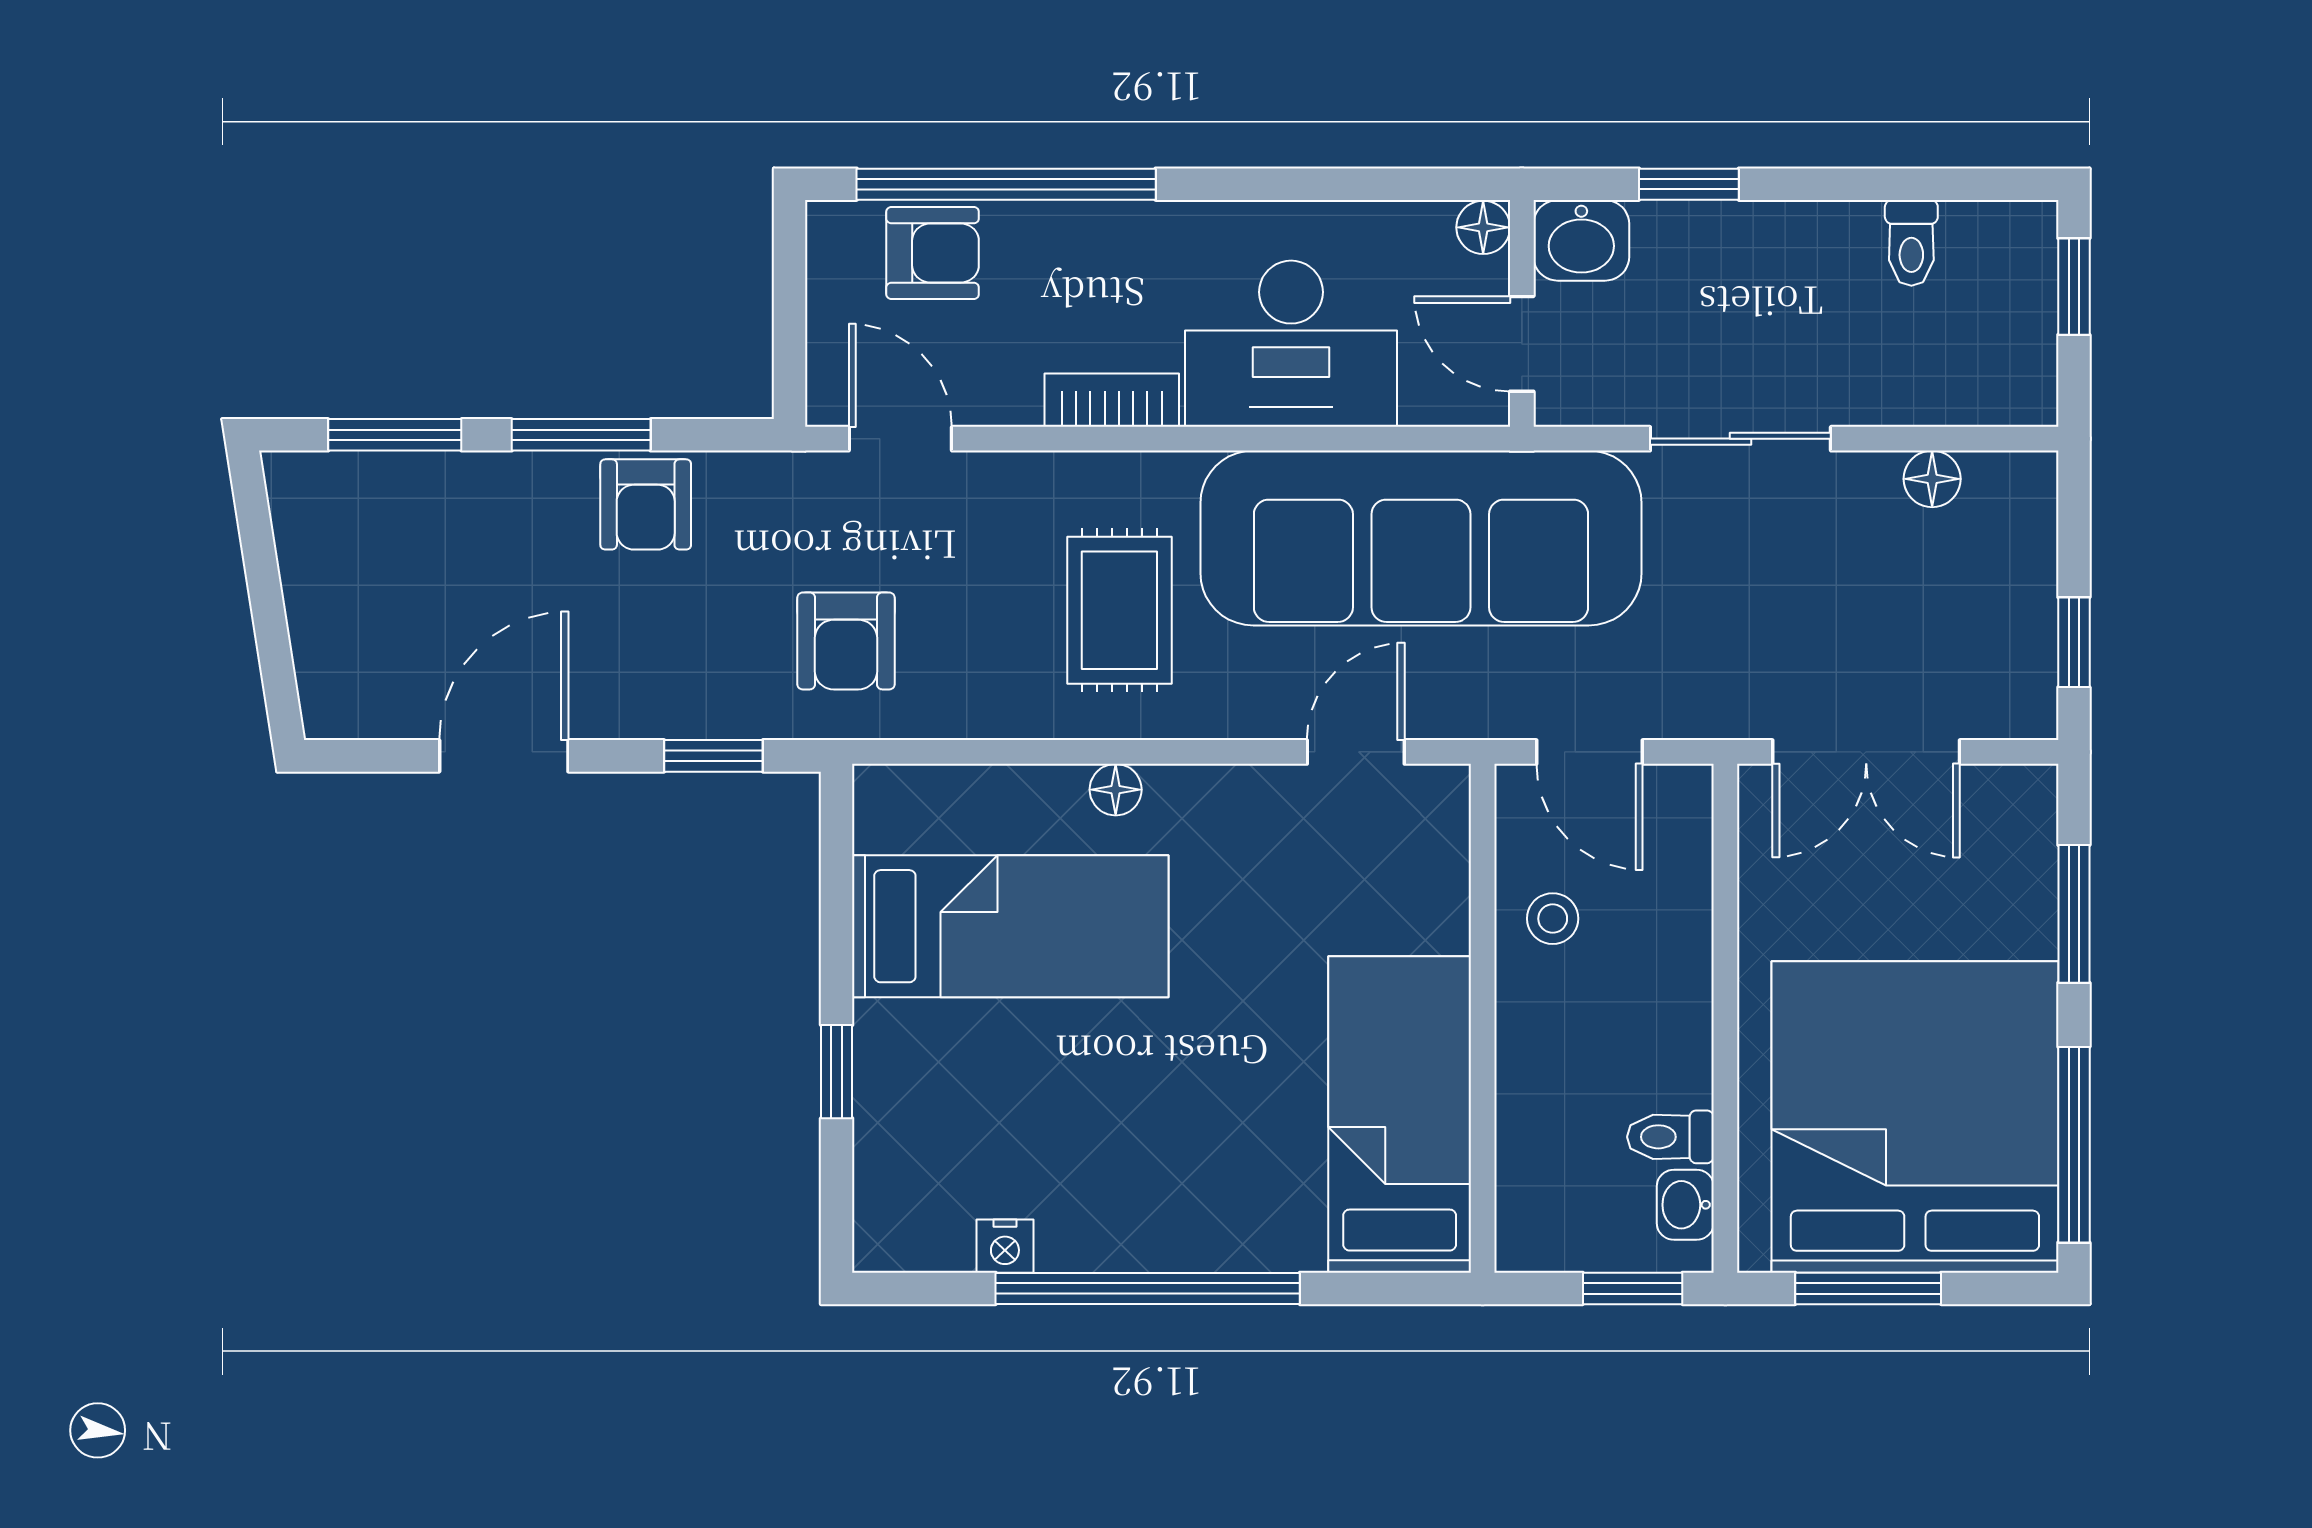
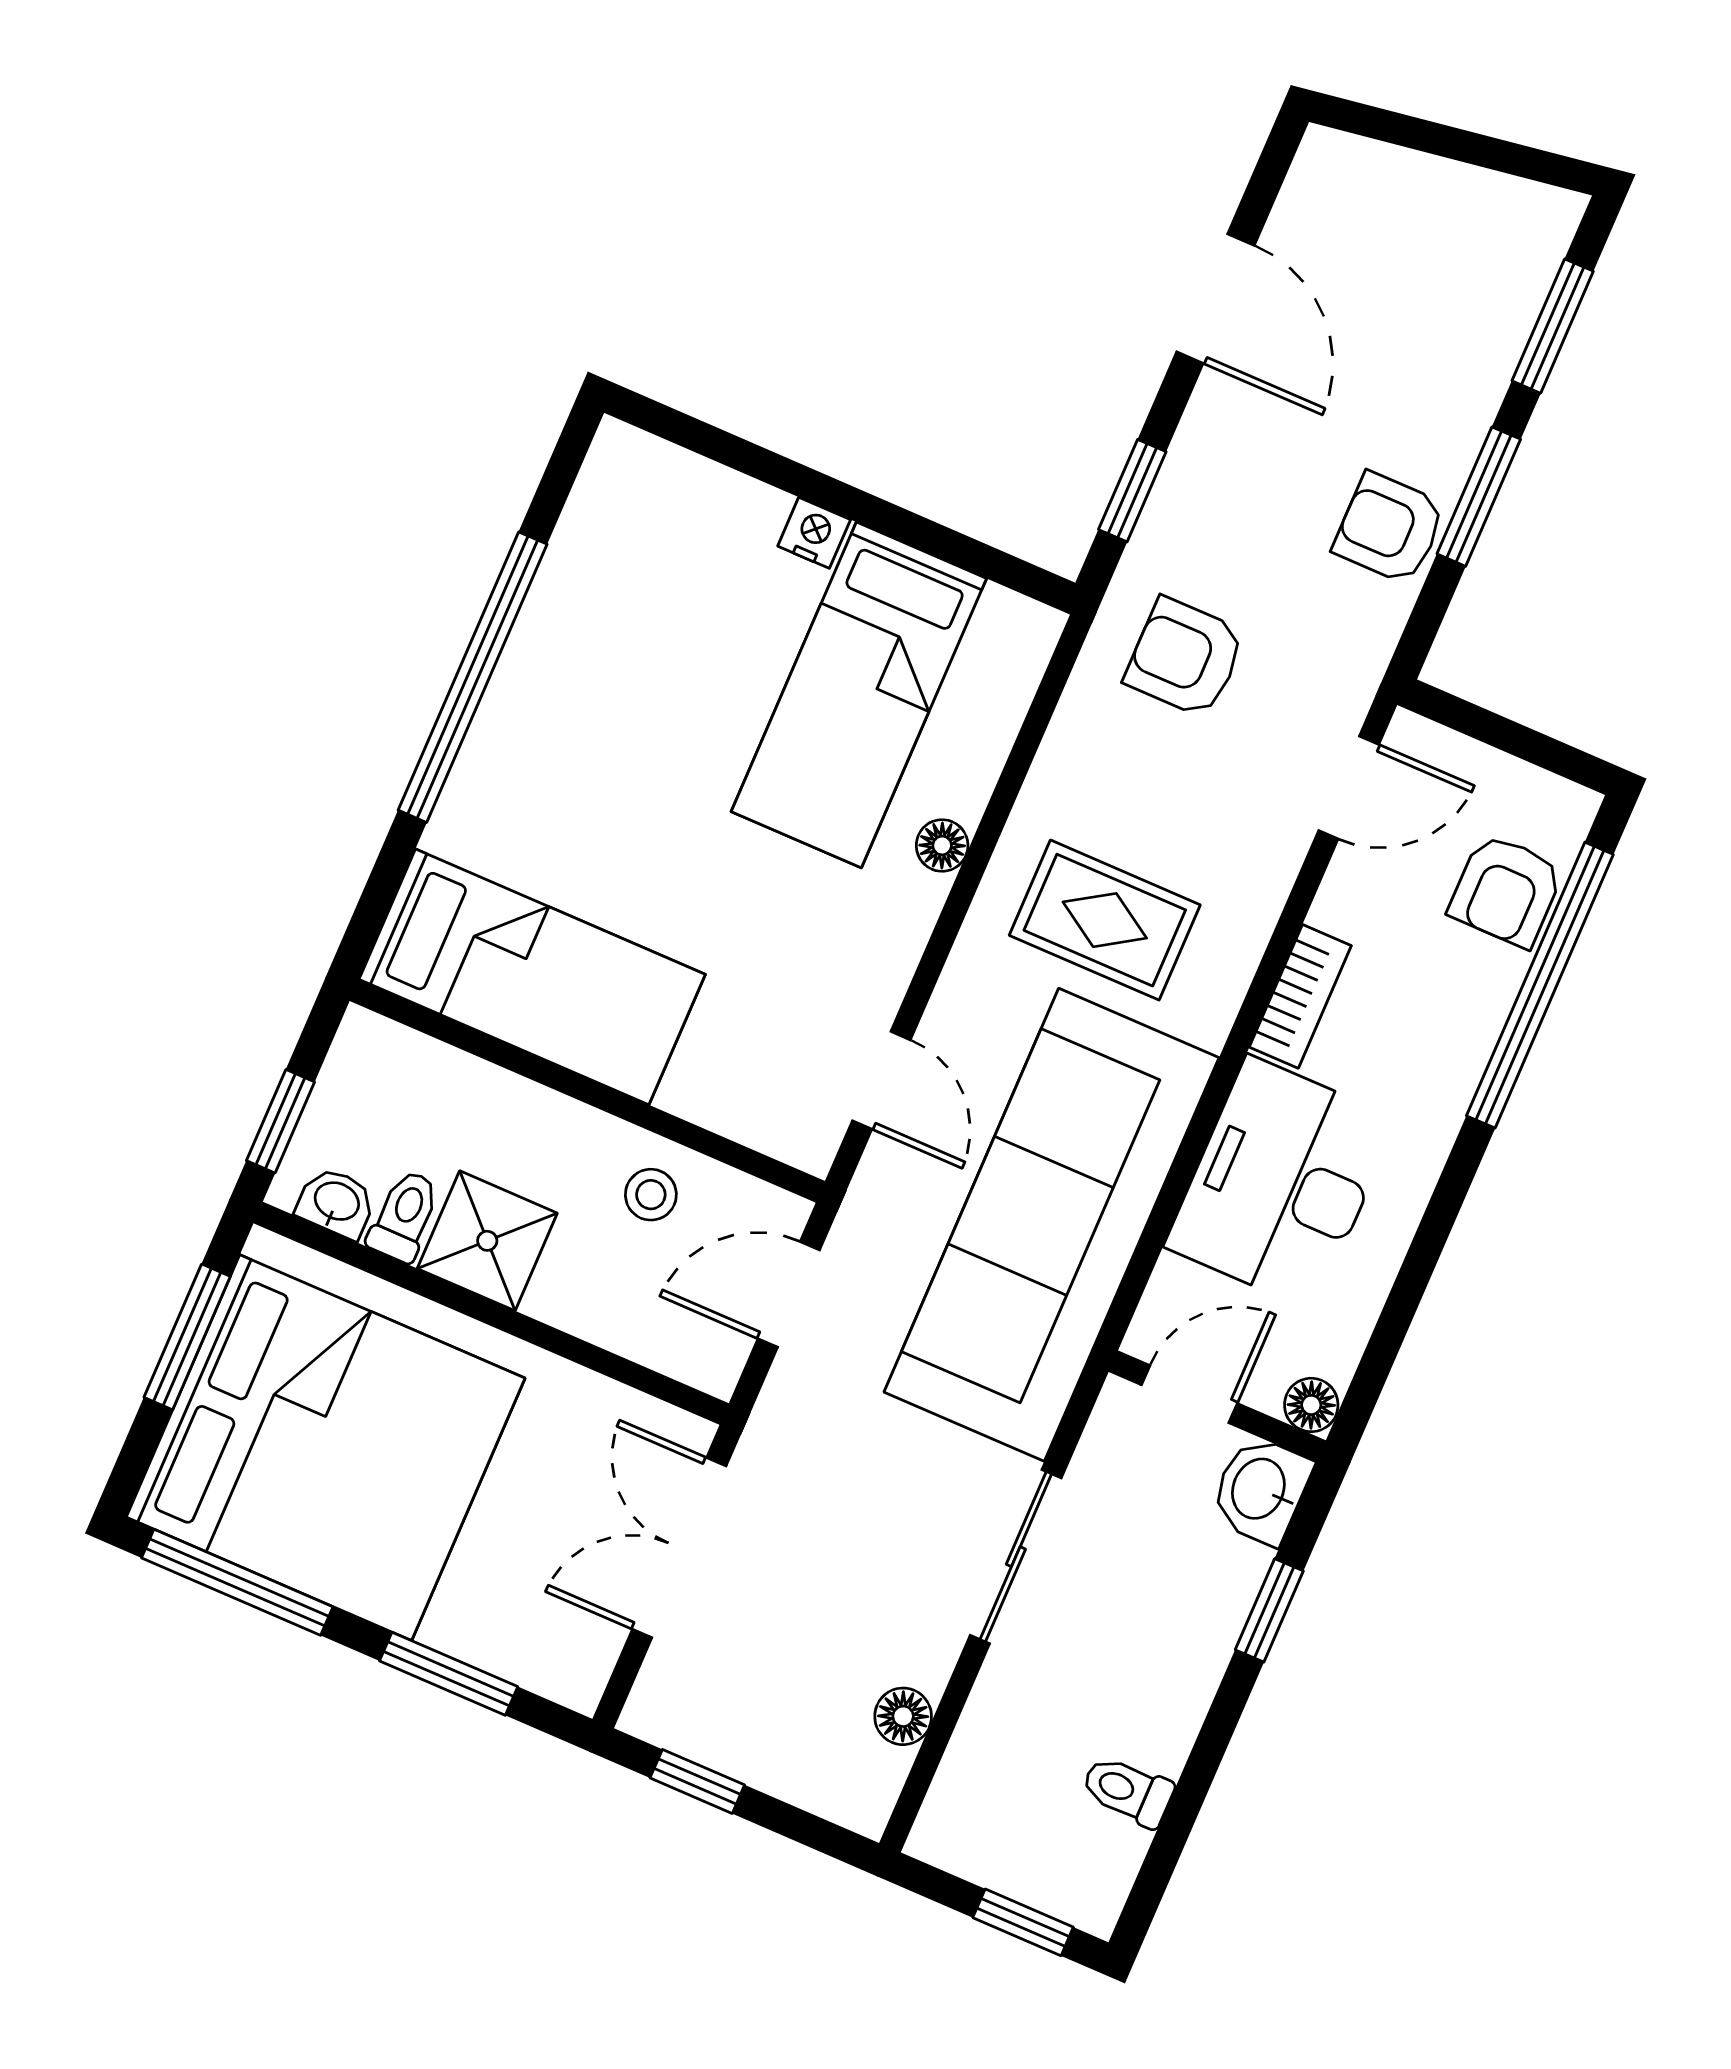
shower: (1660, 1051) -> (487, 1241), added
window: (837, 1072) -> (794, 478), removed
nightstand: (1005, 1246) -> (814, 533), moved, turned 90

